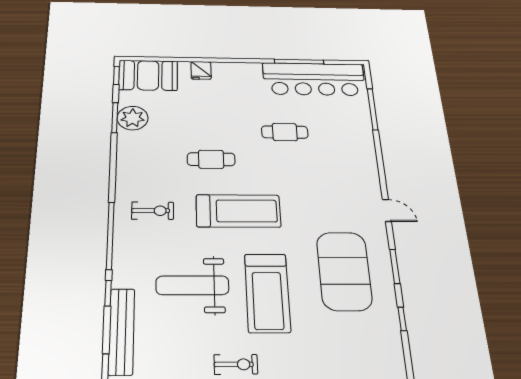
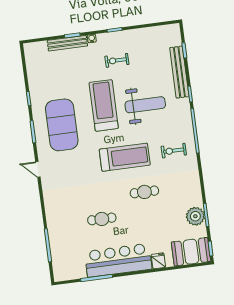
bar counter: (314, 79) -> (118, 260), moved
treadmill: (238, 211) -> (125, 157), turned 180

